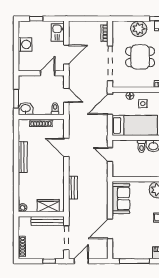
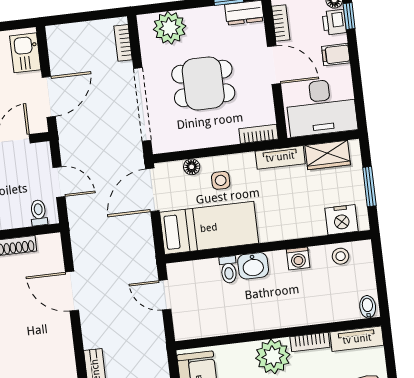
plant: (139, 29) -> (170, 28), moved

